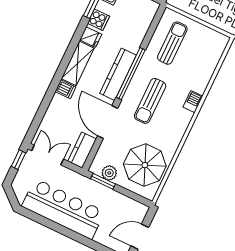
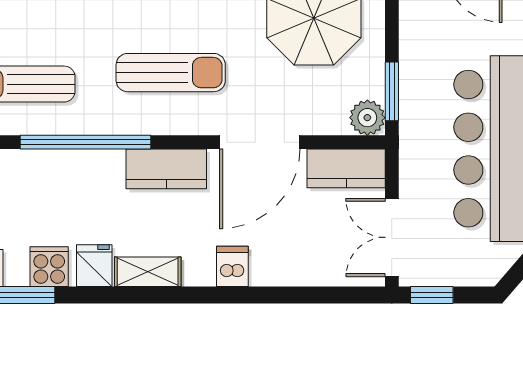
shelving: (78, 63) -> (148, 272), width x0.67, depth x0.75
kitchen counter: (118, 74) -> (166, 169), width x0.67
window: (131, 74) -> (85, 142), moved
plant: (109, 173) -> (367, 118), moved

